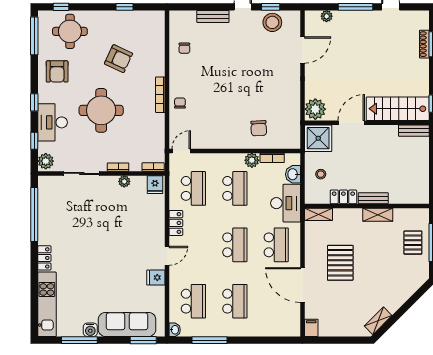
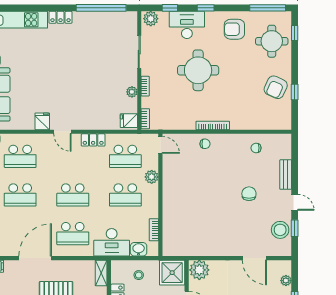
armchair: (119, 59) -> (276, 87), moved
chair: (259, 128) -> (249, 194), moved, turned 93
plant: (252, 160) -> (152, 177), moved

